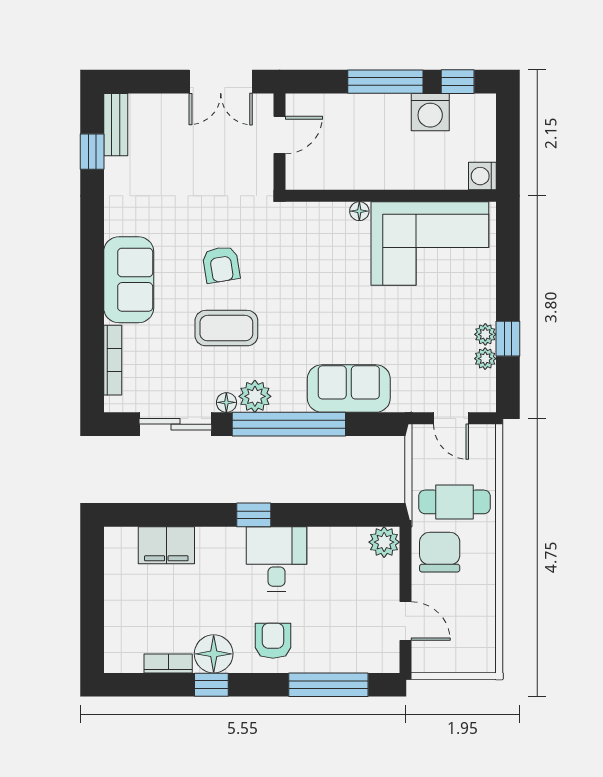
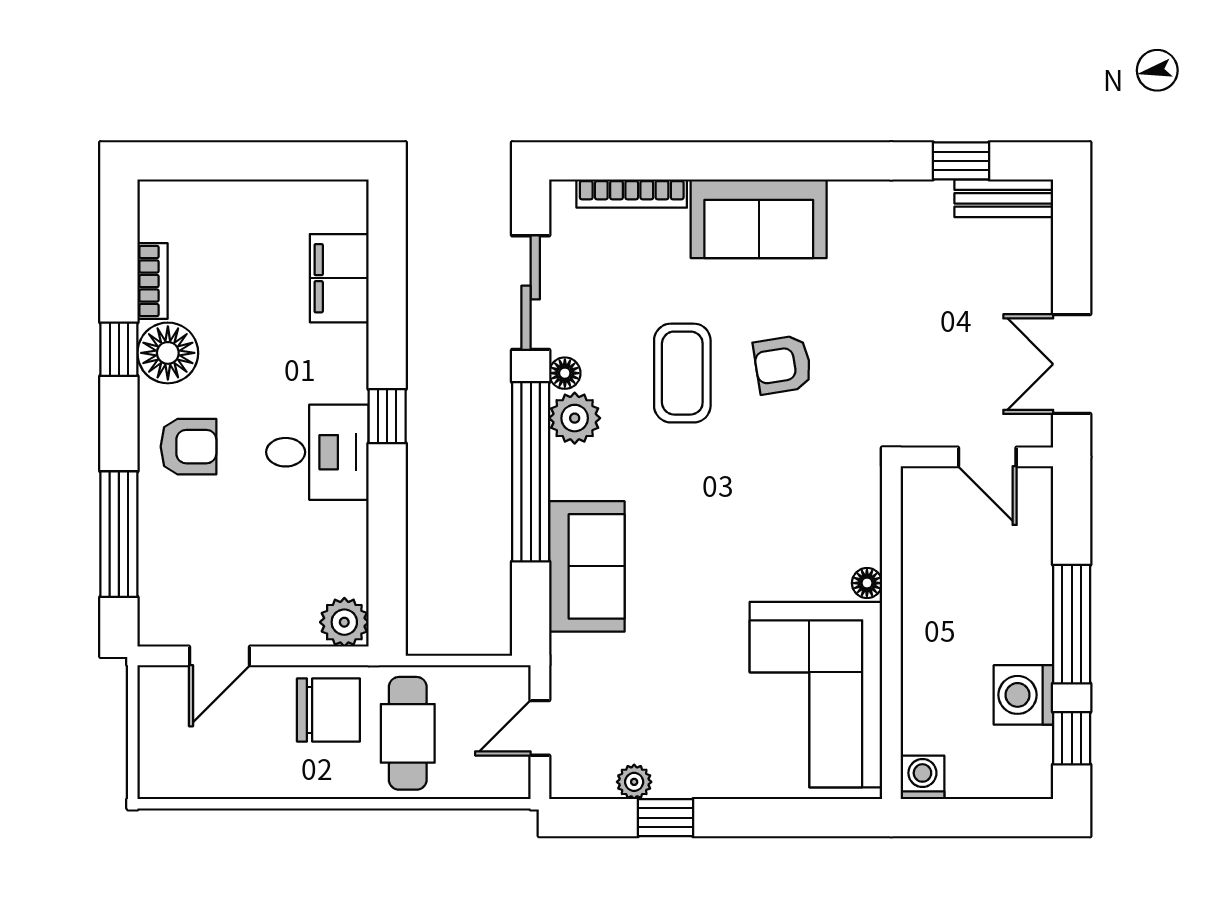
plant: (485, 334) -> (672, 782), removed

